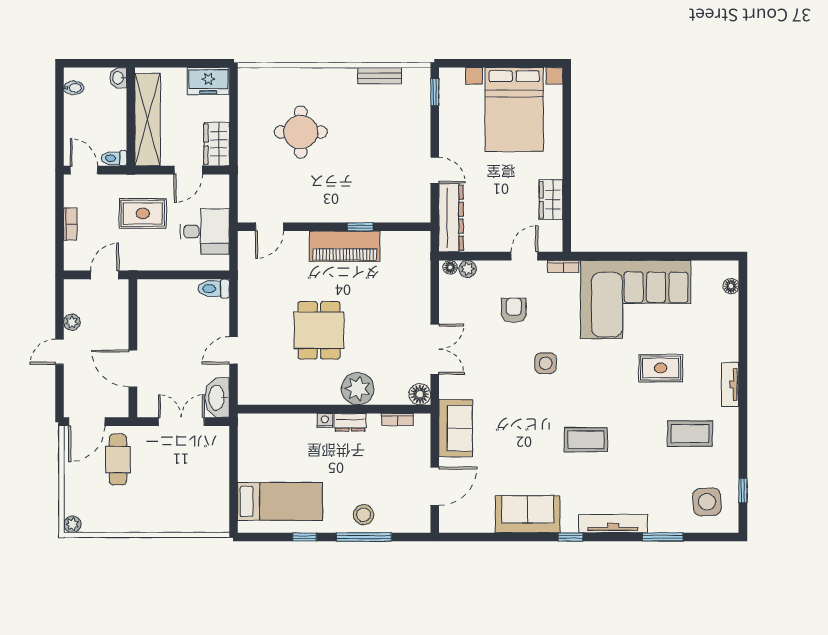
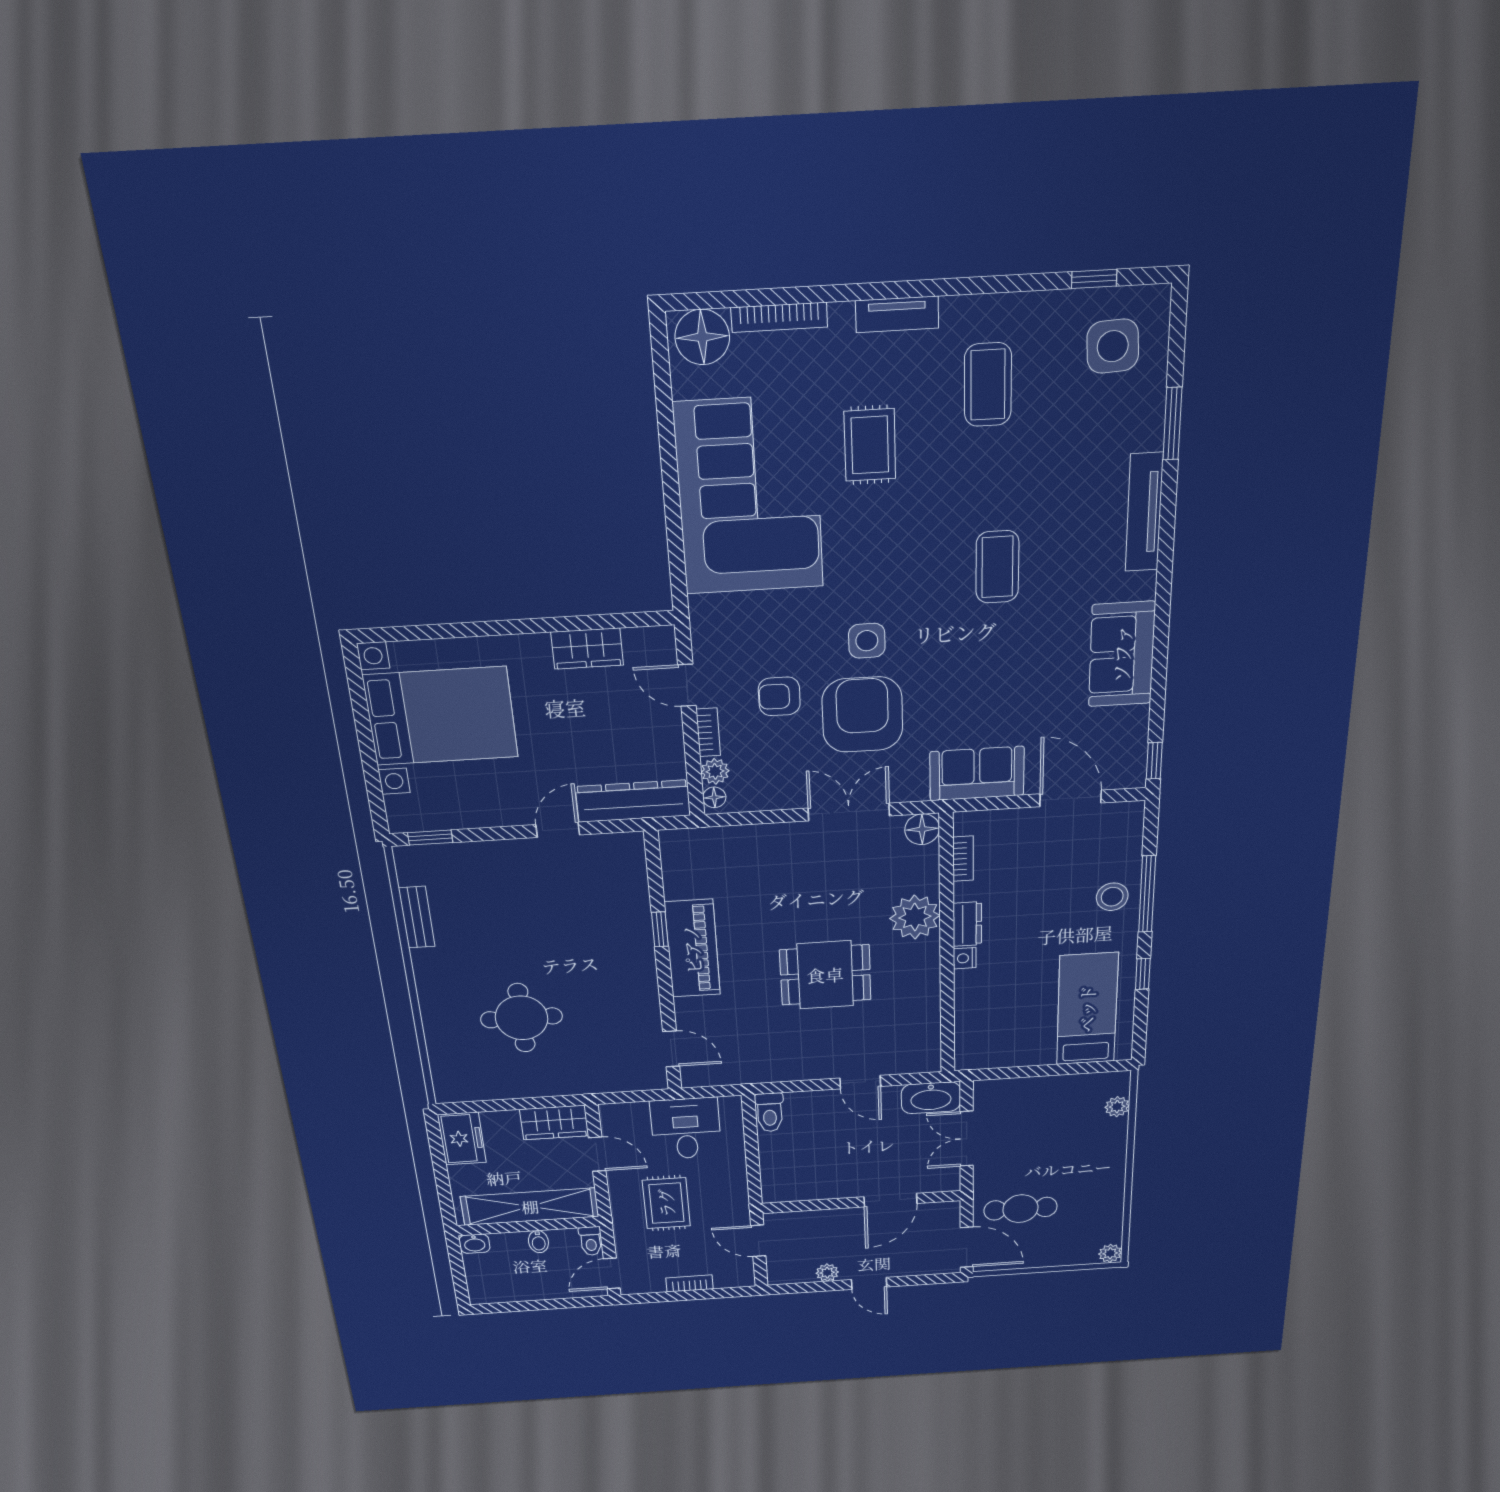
bidet: (74, 88) -> (538, 1242), moved, turned 180
bookcase: (563, 267) -> (708, 732), moved
floor lamp: (731, 286) -> (702, 337), width x1.89, depth x1.89
bookcase: (732, 321) -> (779, 317), added
armchair: (499, 359) -> (862, 715), added
plant: (200, 524) -> (1117, 1107), added
window: (571, 537) -> (1154, 761), moved

